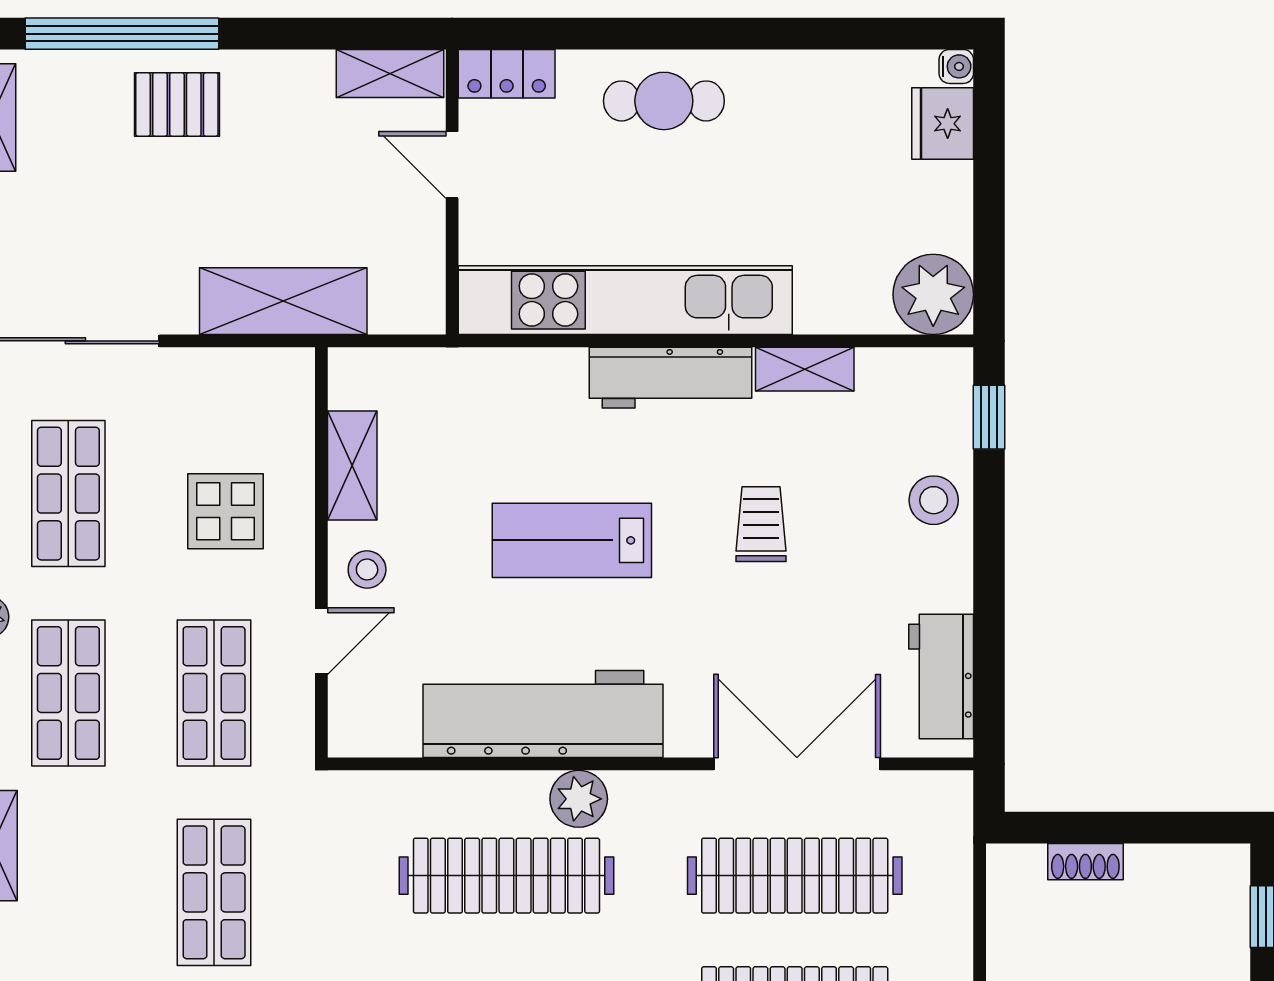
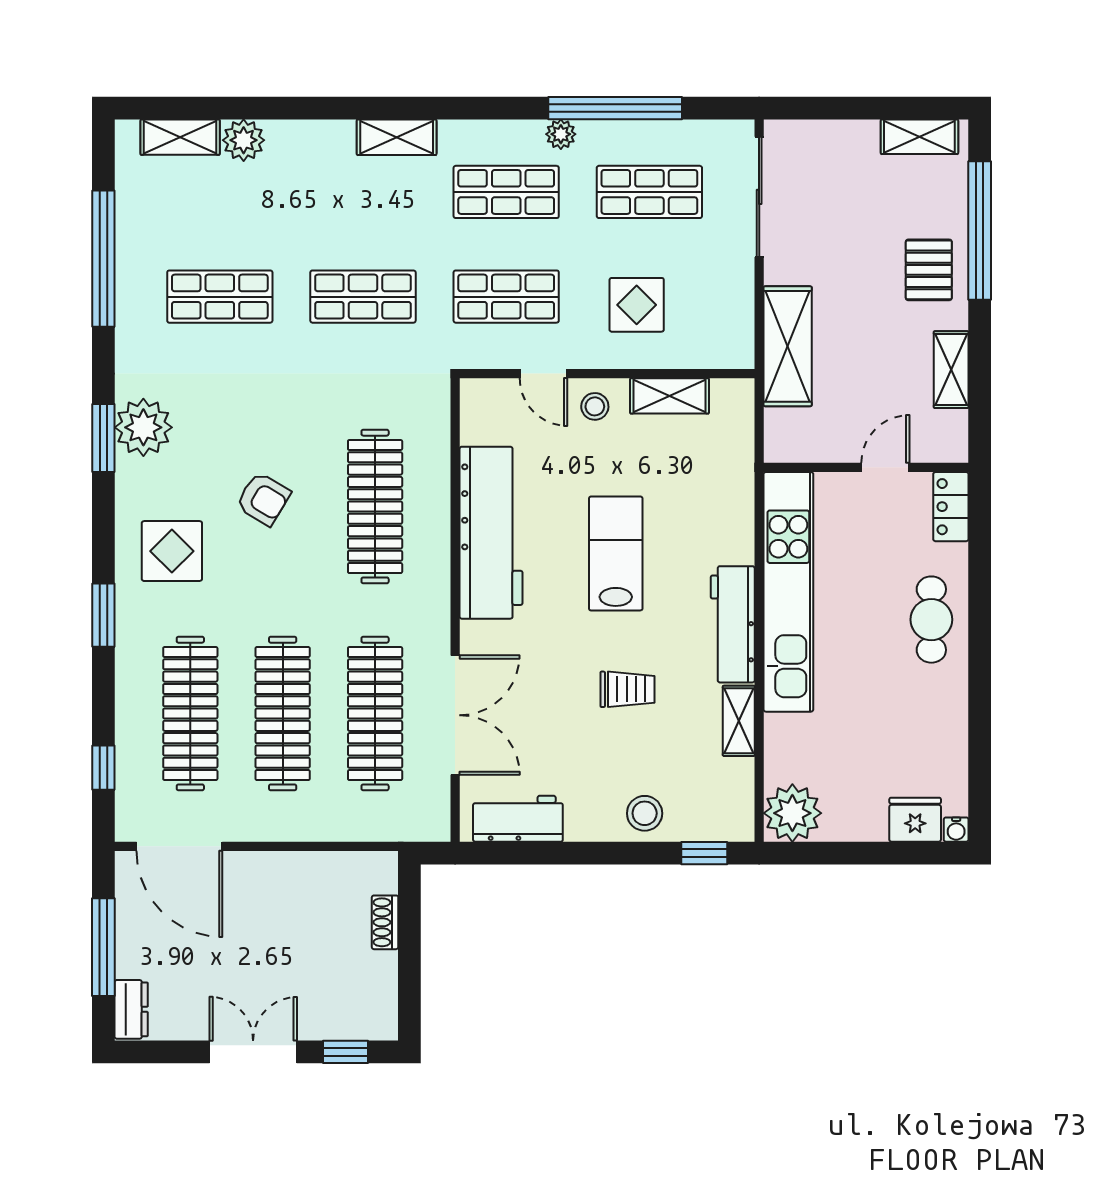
shelving: (390, 73) -> (951, 370), moved
plant: (579, 799) -> (430, 558), removed

